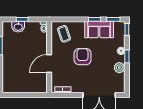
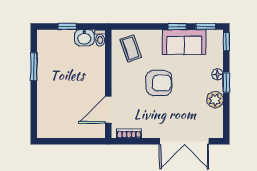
washbasin: (18, 27) -> (84, 38), moved
armchair: (83, 57) -> (159, 83), turned 90
door: (49, 63) -> (108, 110), moved

